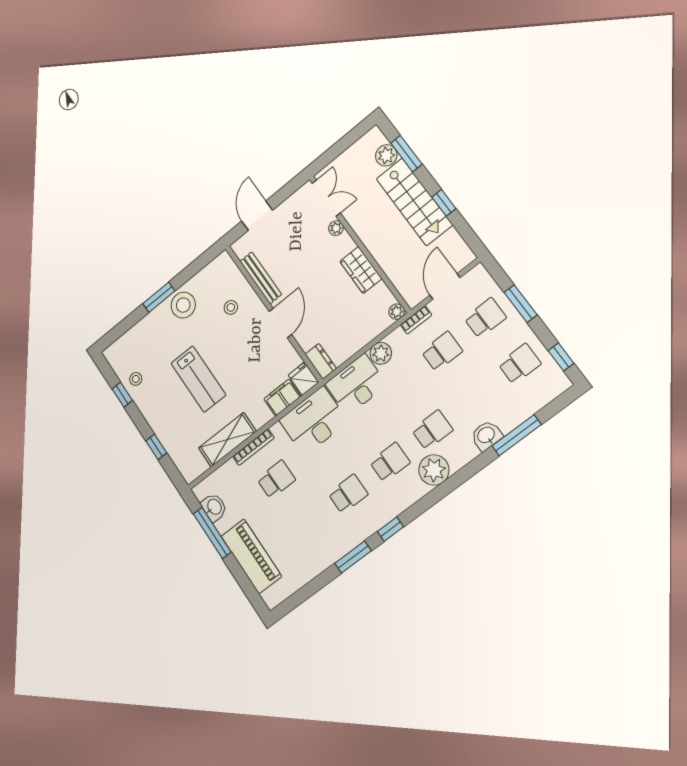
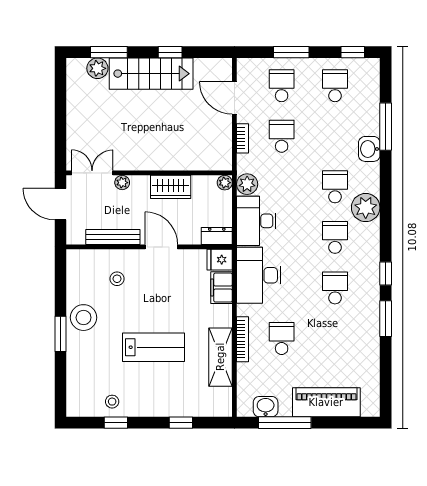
double door: (326, 198) -> (92, 173), moved
plant: (336, 228) -> (122, 183), moved
wall: (359, 244) -> (149, 173), moved
wardrobe: (361, 270) -> (171, 187), moved
plant: (397, 312) -> (225, 183), moved

